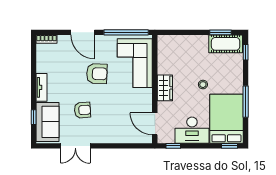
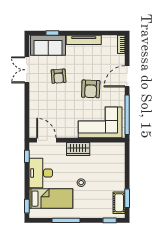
cot: (226, 44) -> (119, 203), width x0.73, depth x0.75
tv unit: (41, 87) -> (84, 40), width x1.41
bed: (226, 119) -> (51, 199), width x0.67
door: (155, 124) -> (46, 140), hinge flipped

